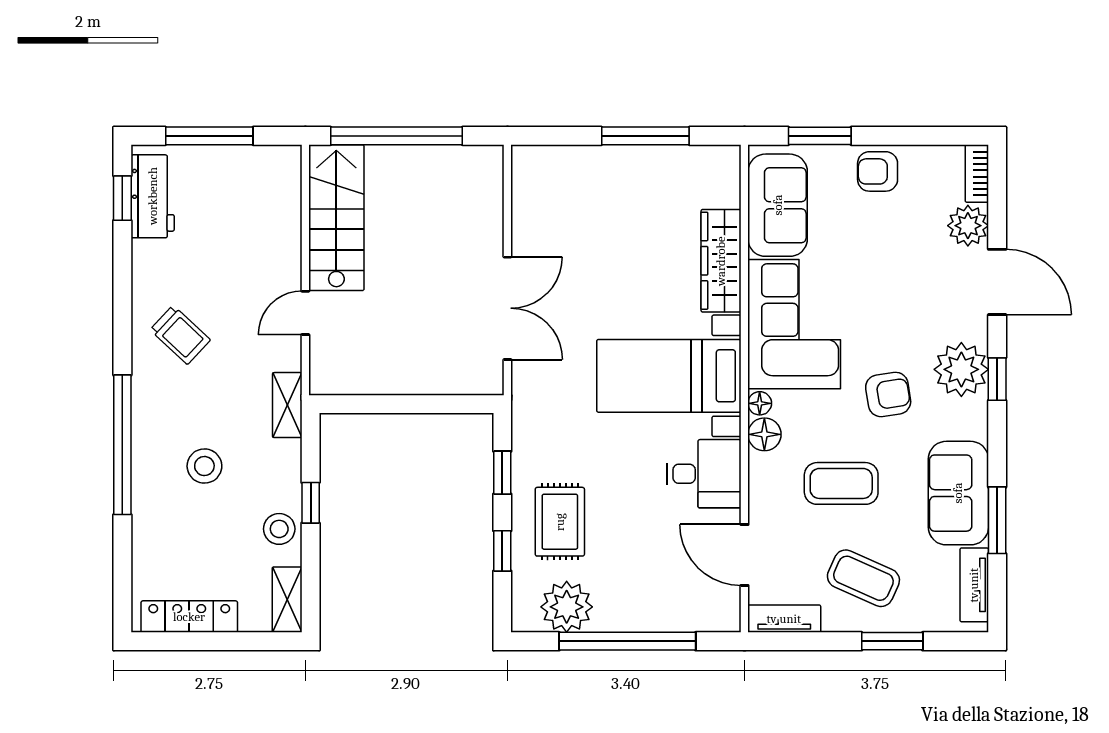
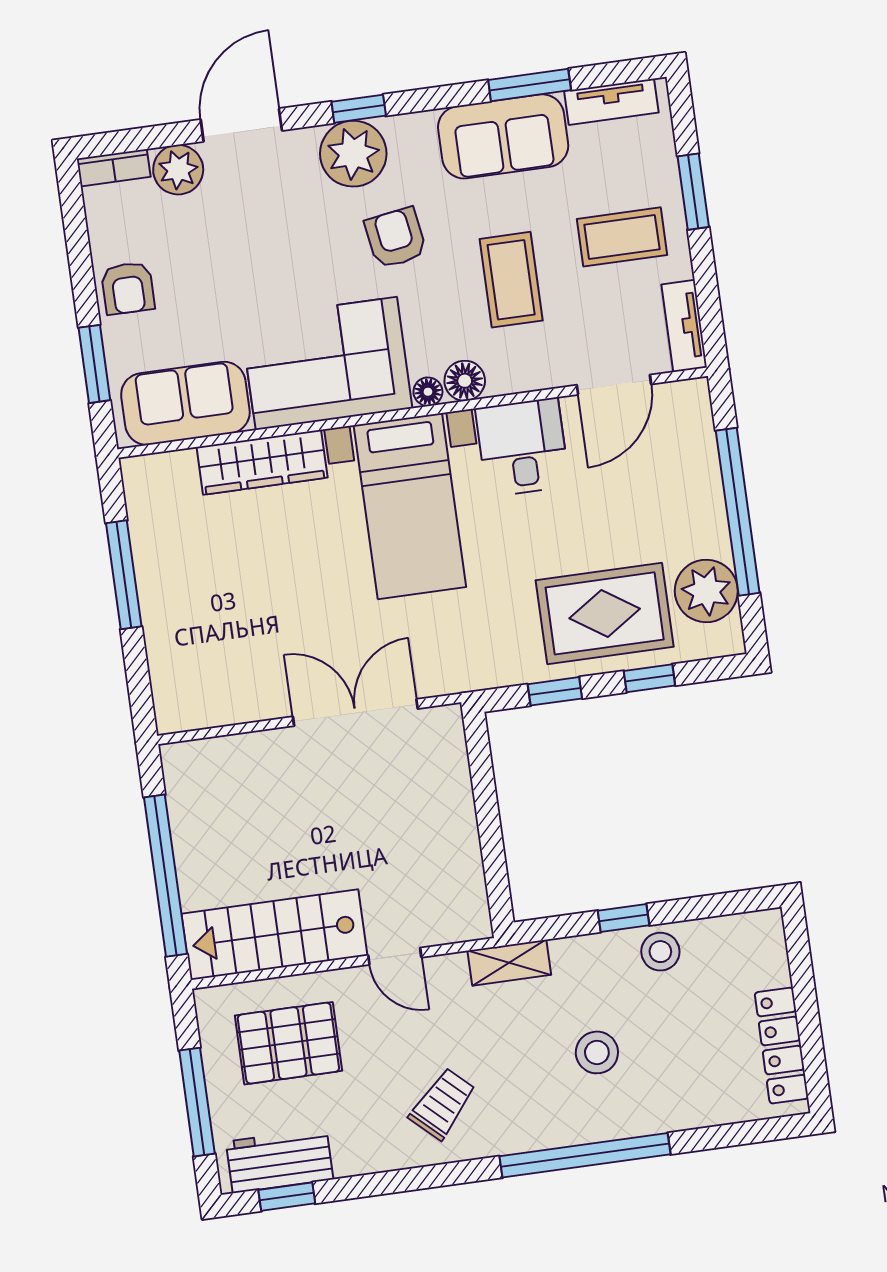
pallet: (247, 217) -> (288, 1043), added
rug: (560, 522) -> (605, 613), width x1.36, depth x1.43
coffee table: (863, 578) -> (622, 237), turned 66
shelving: (287, 600) -> (745, 930), removed

